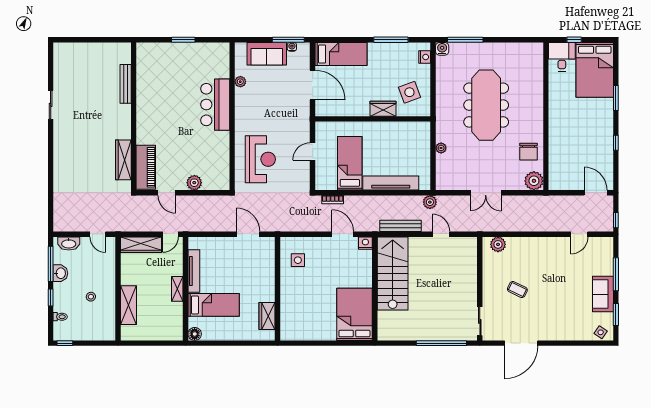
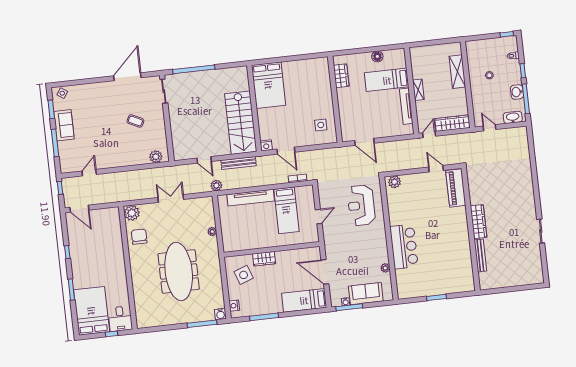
wardrobe: (123, 160) -> (479, 222), moved
plant: (194, 183) -> (395, 182), moved
floor lamp: (195, 334) -> (377, 56), moved

